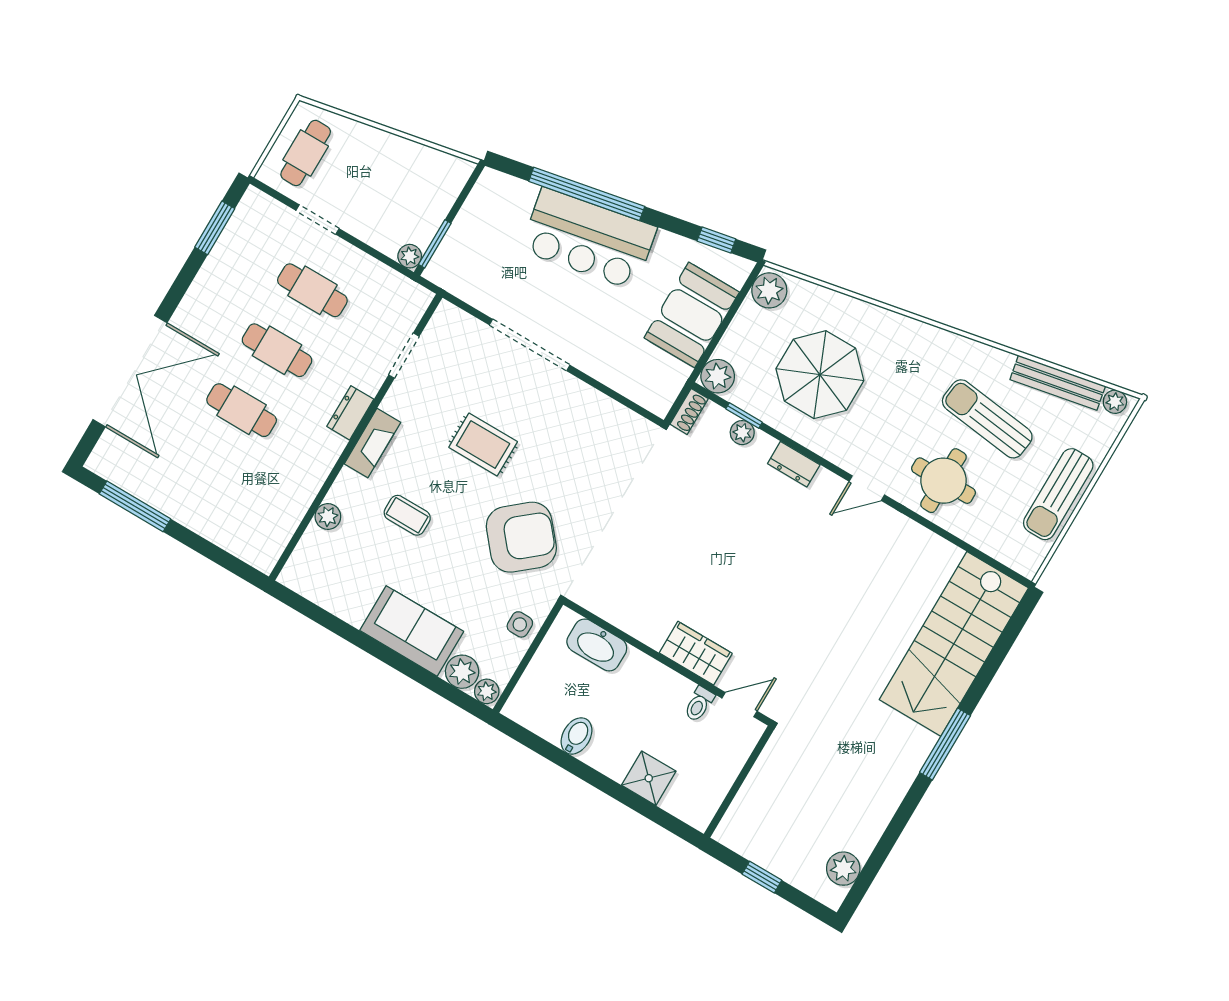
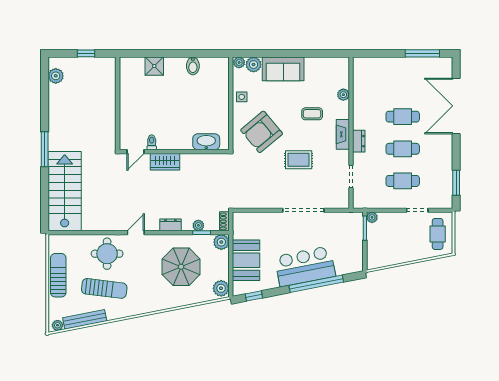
washbasin: (597, 645) -> (206, 142), moved
wardrobe: (696, 653) -> (165, 162), moved
wall: (667, 662) -> (174, 152), moved
toilet: (699, 704) -> (152, 142), moved
door: (740, 705) -> (135, 152), moved

